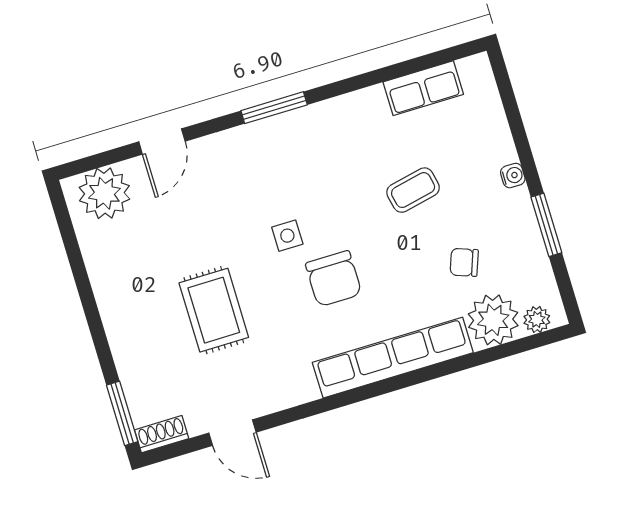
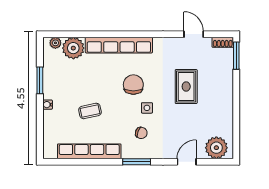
row of seats: (423, 88) -> (89, 151), width x2.02
chair: (464, 262) -> (141, 133), moved

